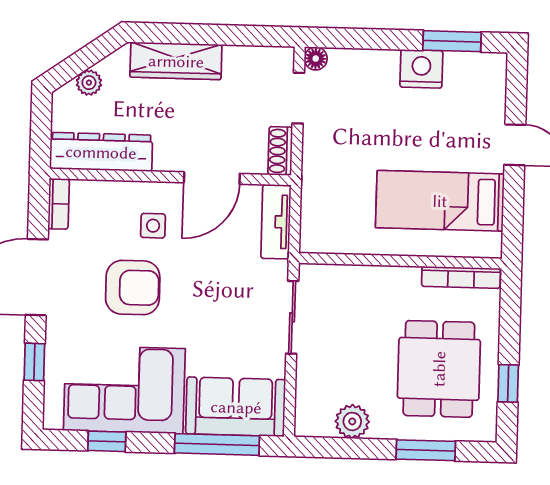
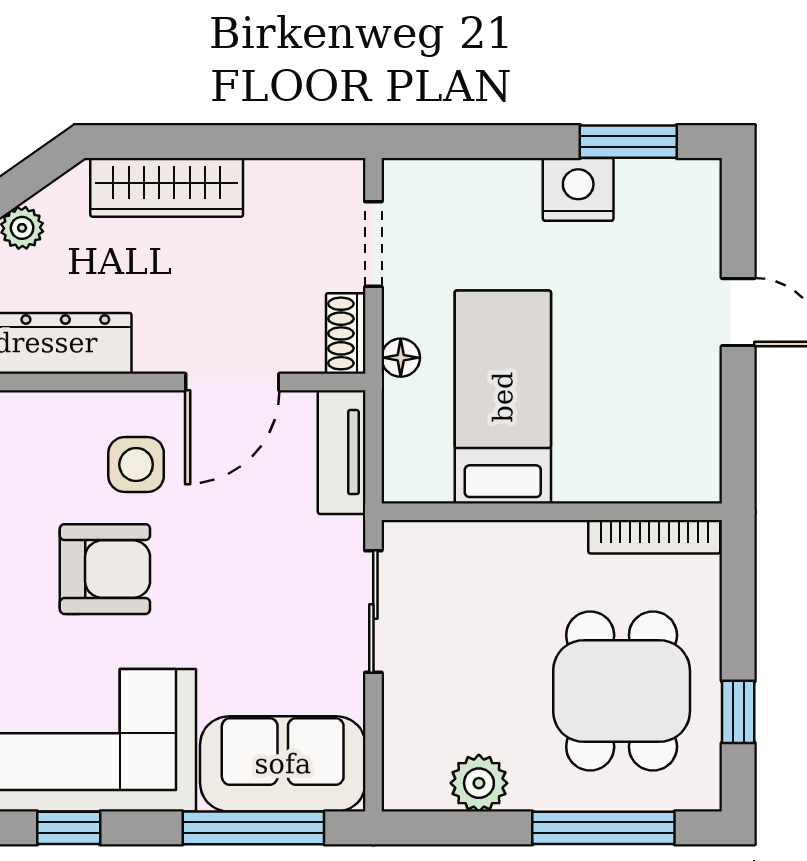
floor lamp: (316, 59) -> (401, 358), moved
bed: (440, 201) -> (503, 397), moved, turned 90
side table: (153, 226) -> (136, 465), width x1.37, depth x1.37
window: (426, 450) -> (603, 828), width x1.44

